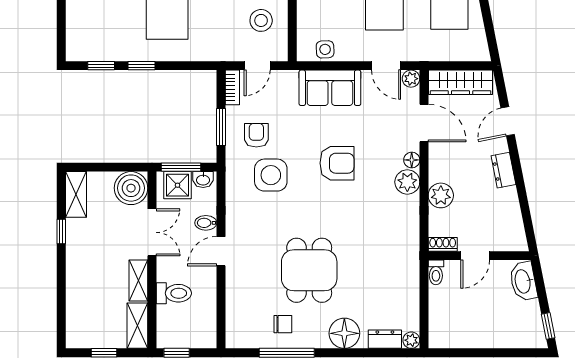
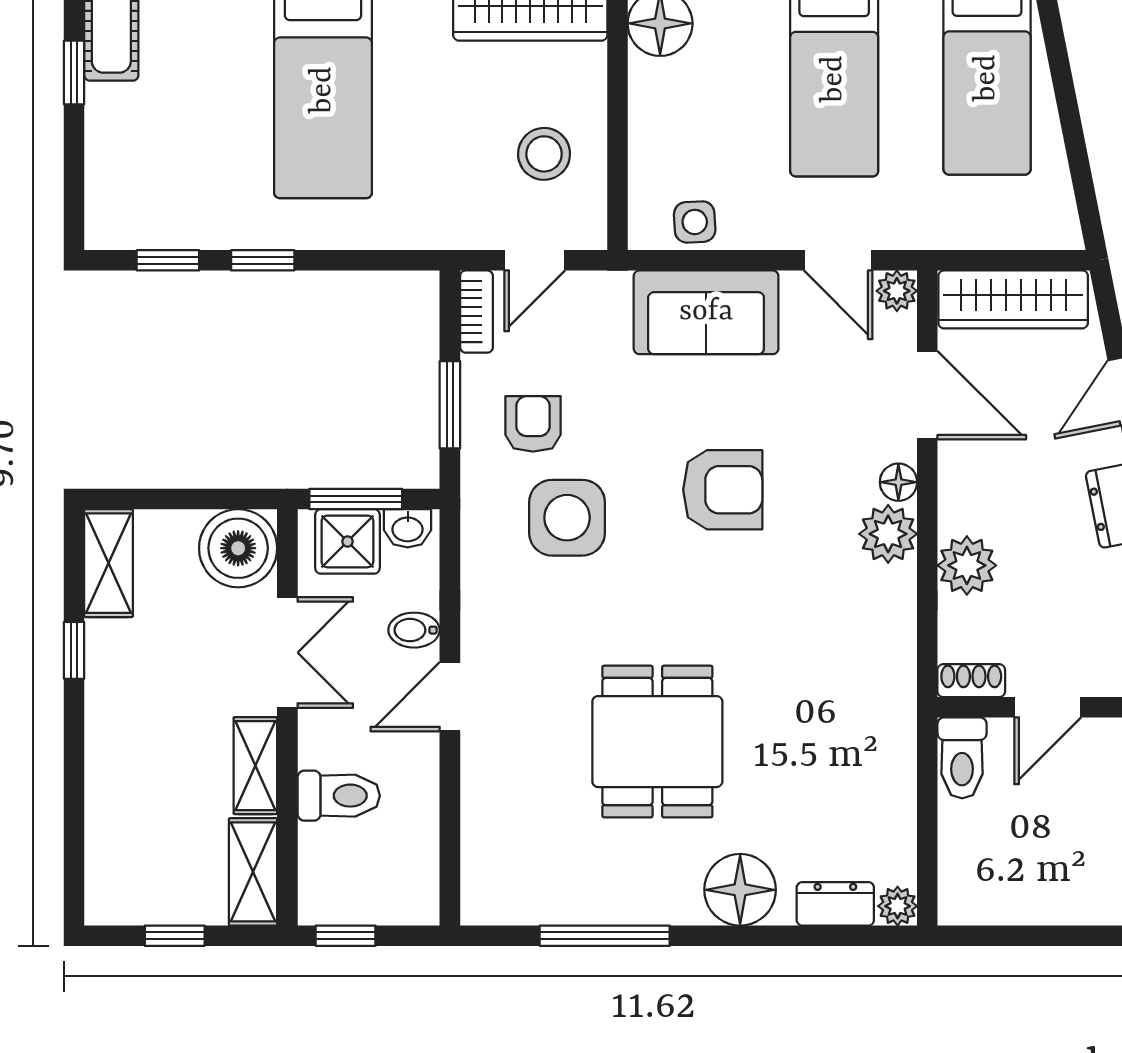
toilet: (436, 272) -> (962, 758), width x1.37, depth x1.39
chair: (283, 324) -> (595, 868), removed

